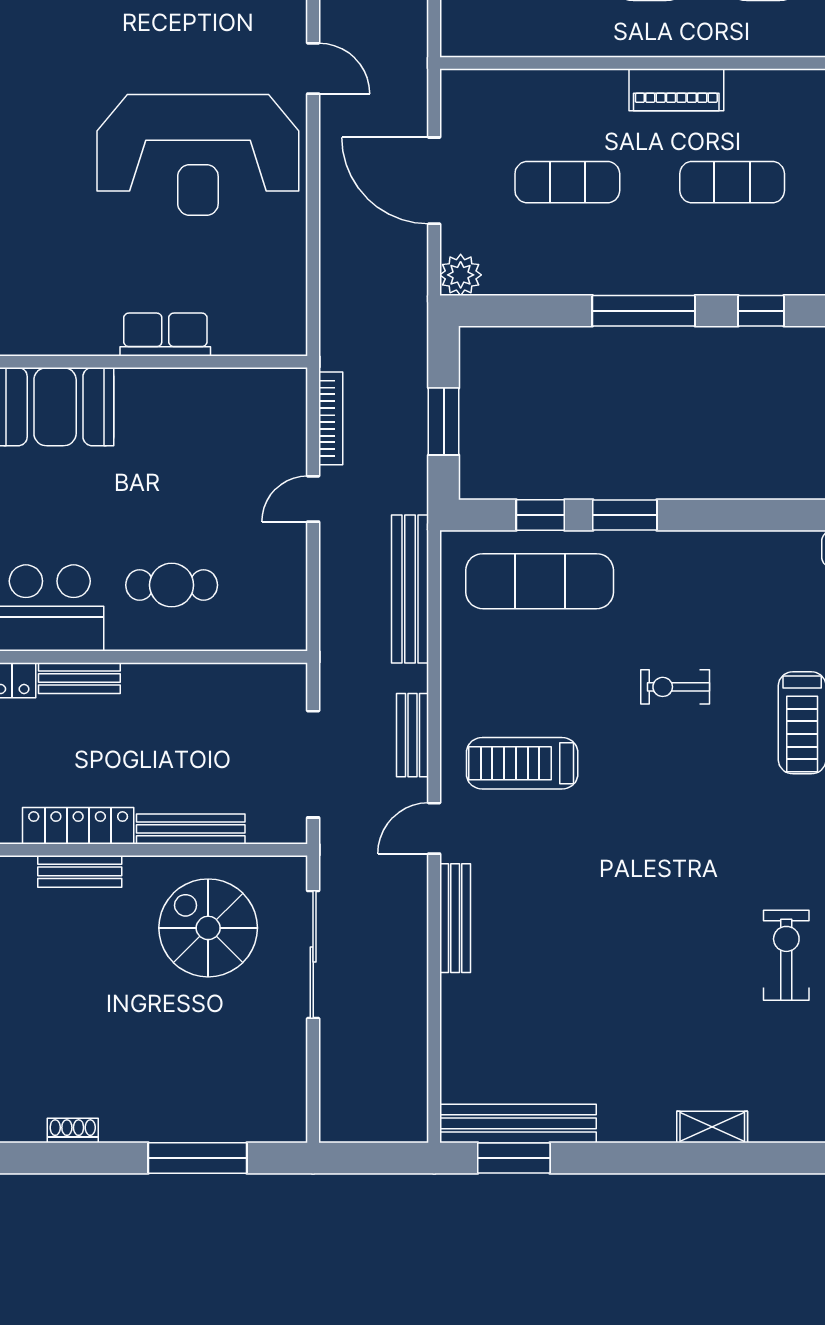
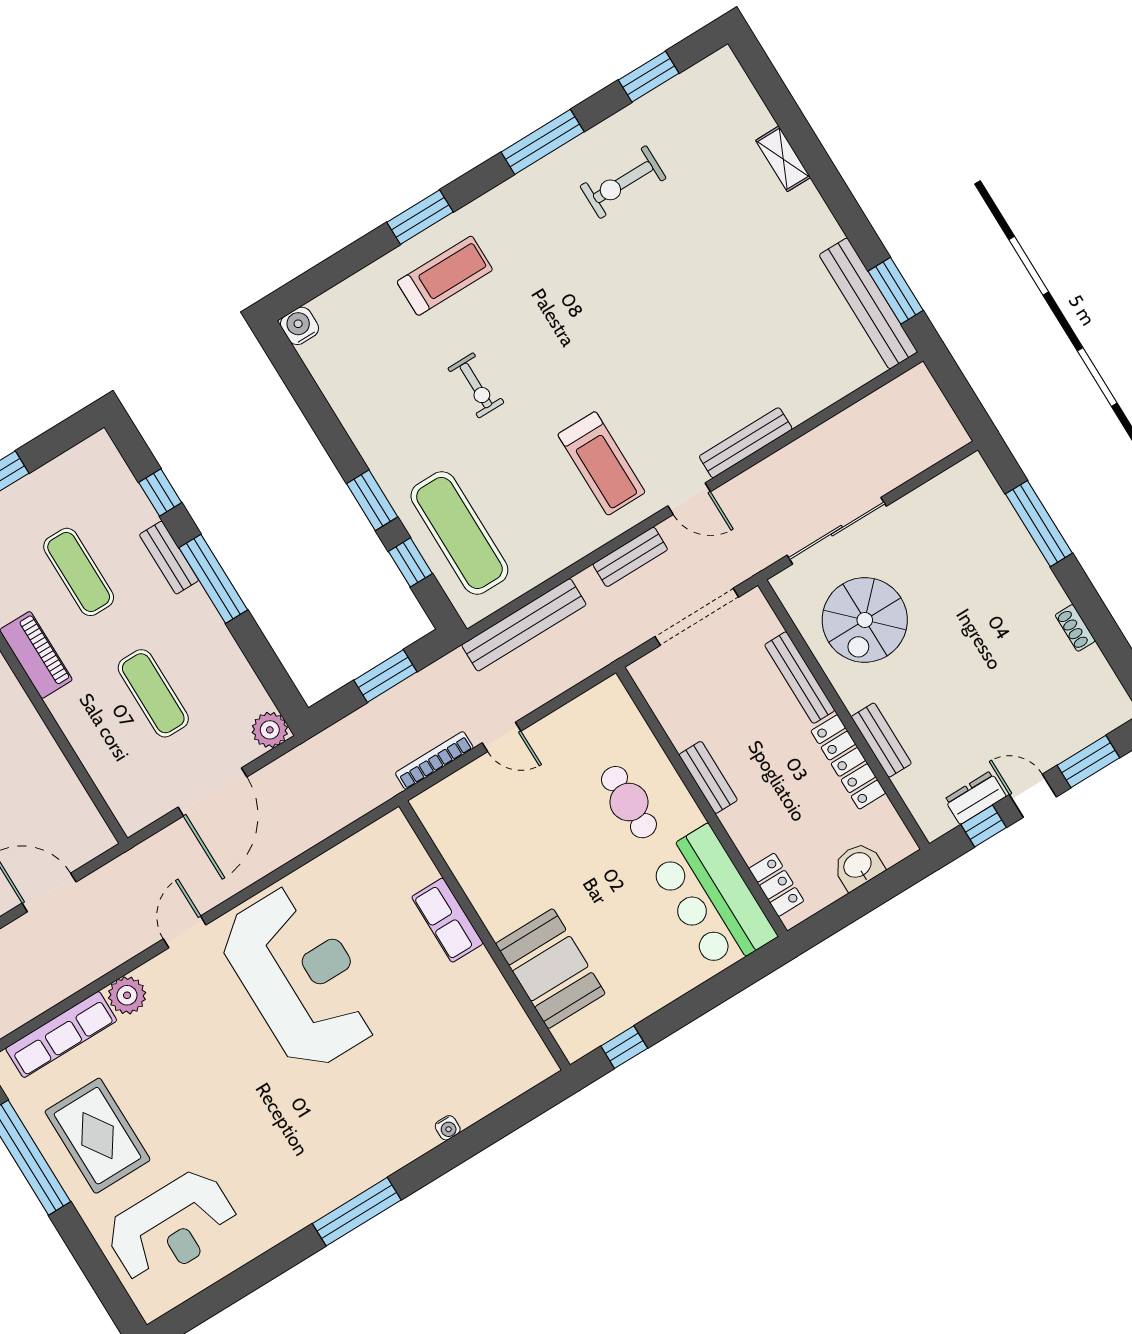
bench: (692, 280) -> (169, 558), added
bench: (79, 678) -> (708, 777), moved

